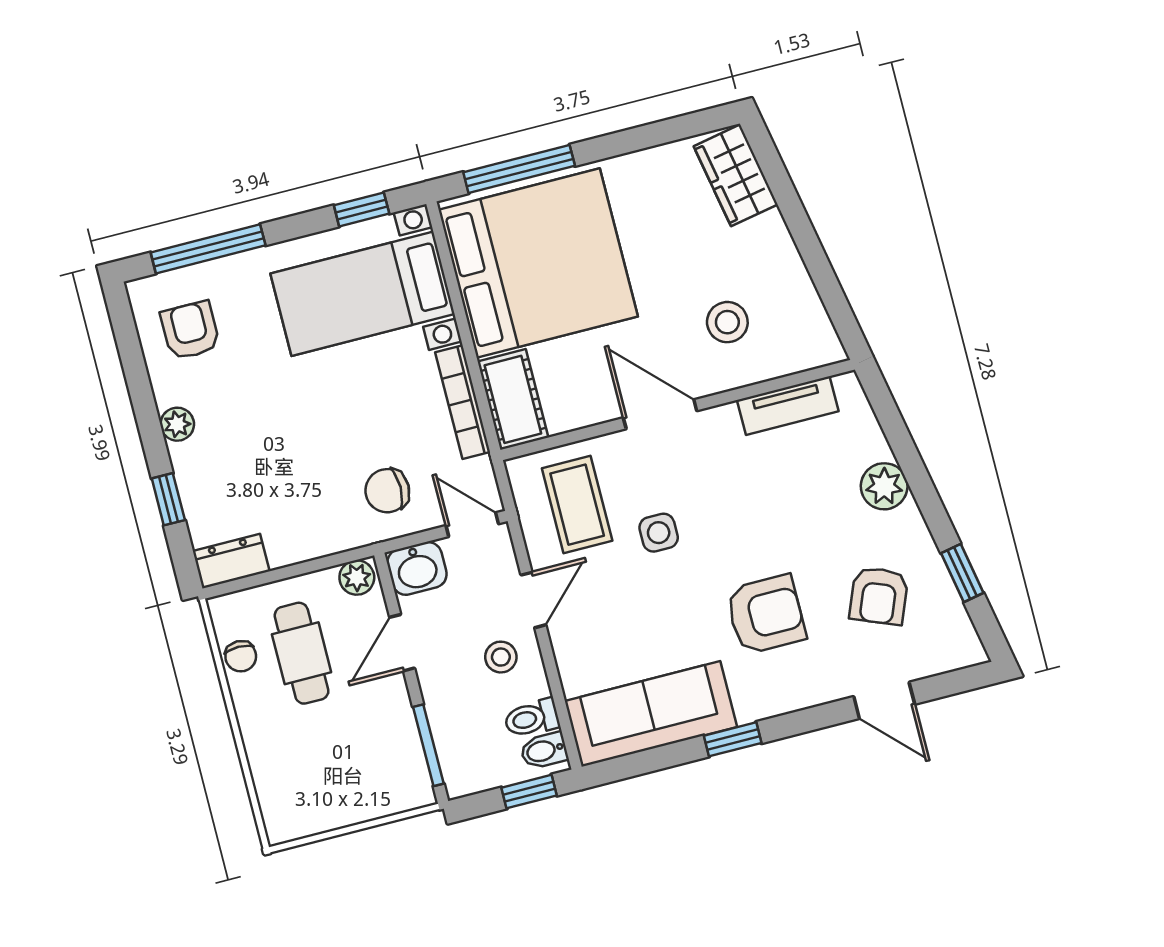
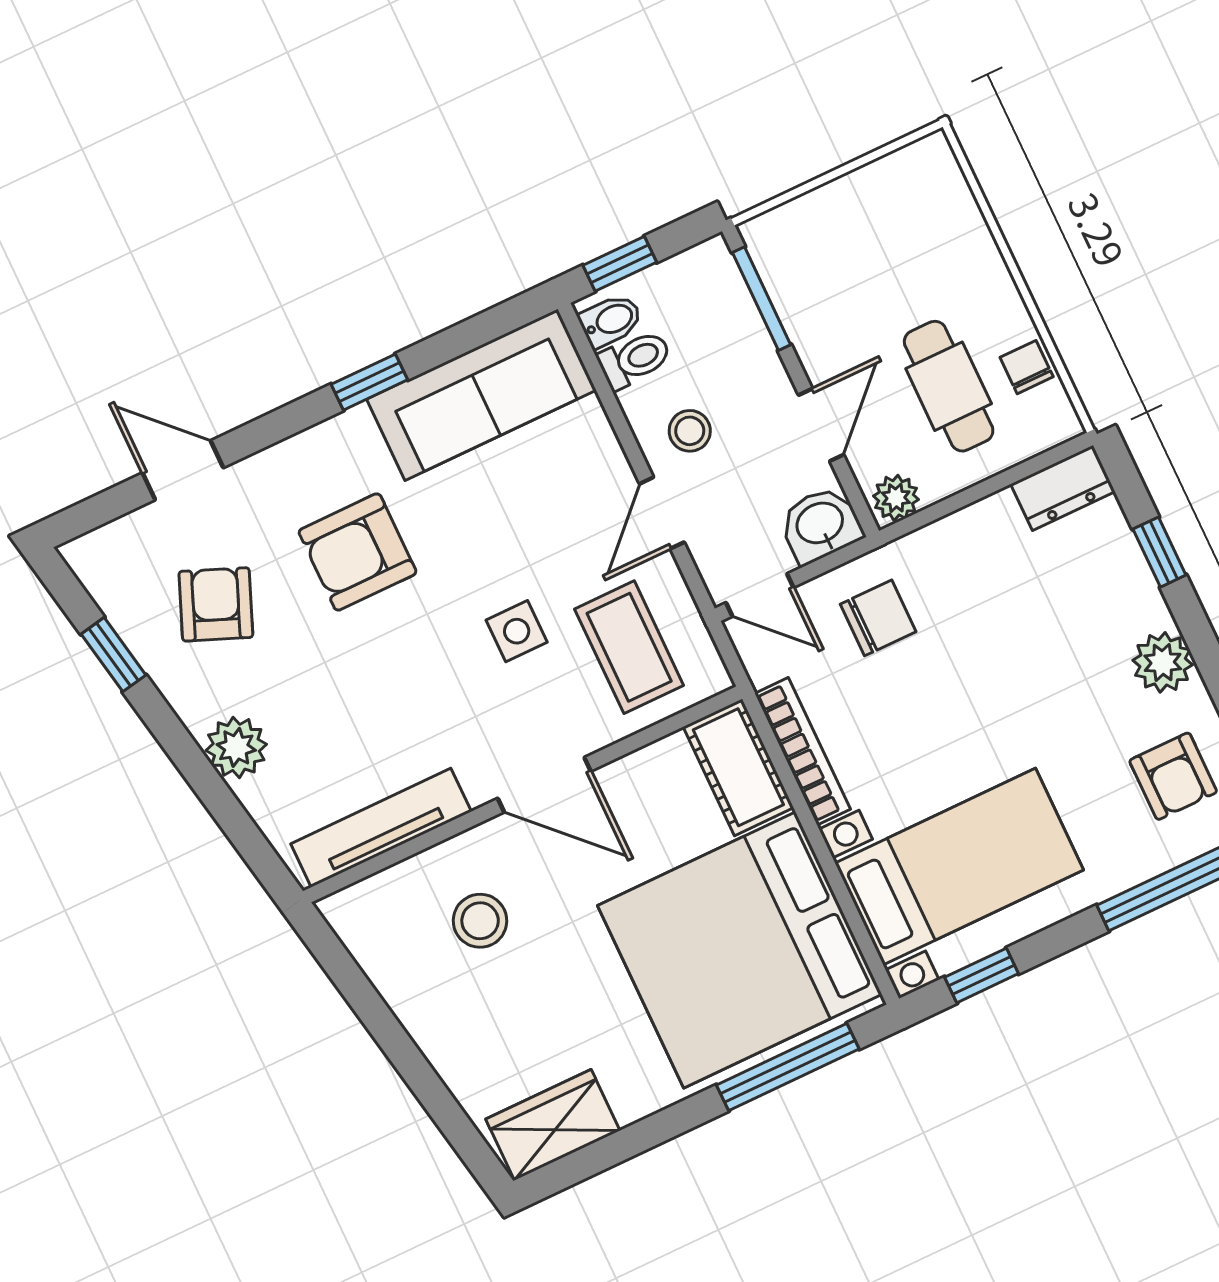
wardrobe: (736, 175) -> (553, 1125), moved, turned -79
tv unit: (788, 406) -> (381, 828), width x1.41
plant: (177, 424) -> (1163, 662), width x1.38, depth x1.38

